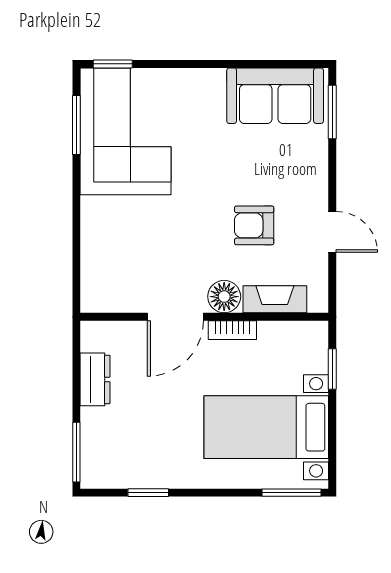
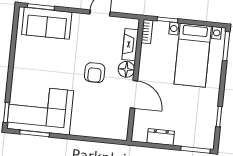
sofa: (275, 96) -> (47, 23), moved, turned 90
armchair: (254, 225) -> (95, 73), moved
bookcase: (232, 330) -> (147, 32), moved

